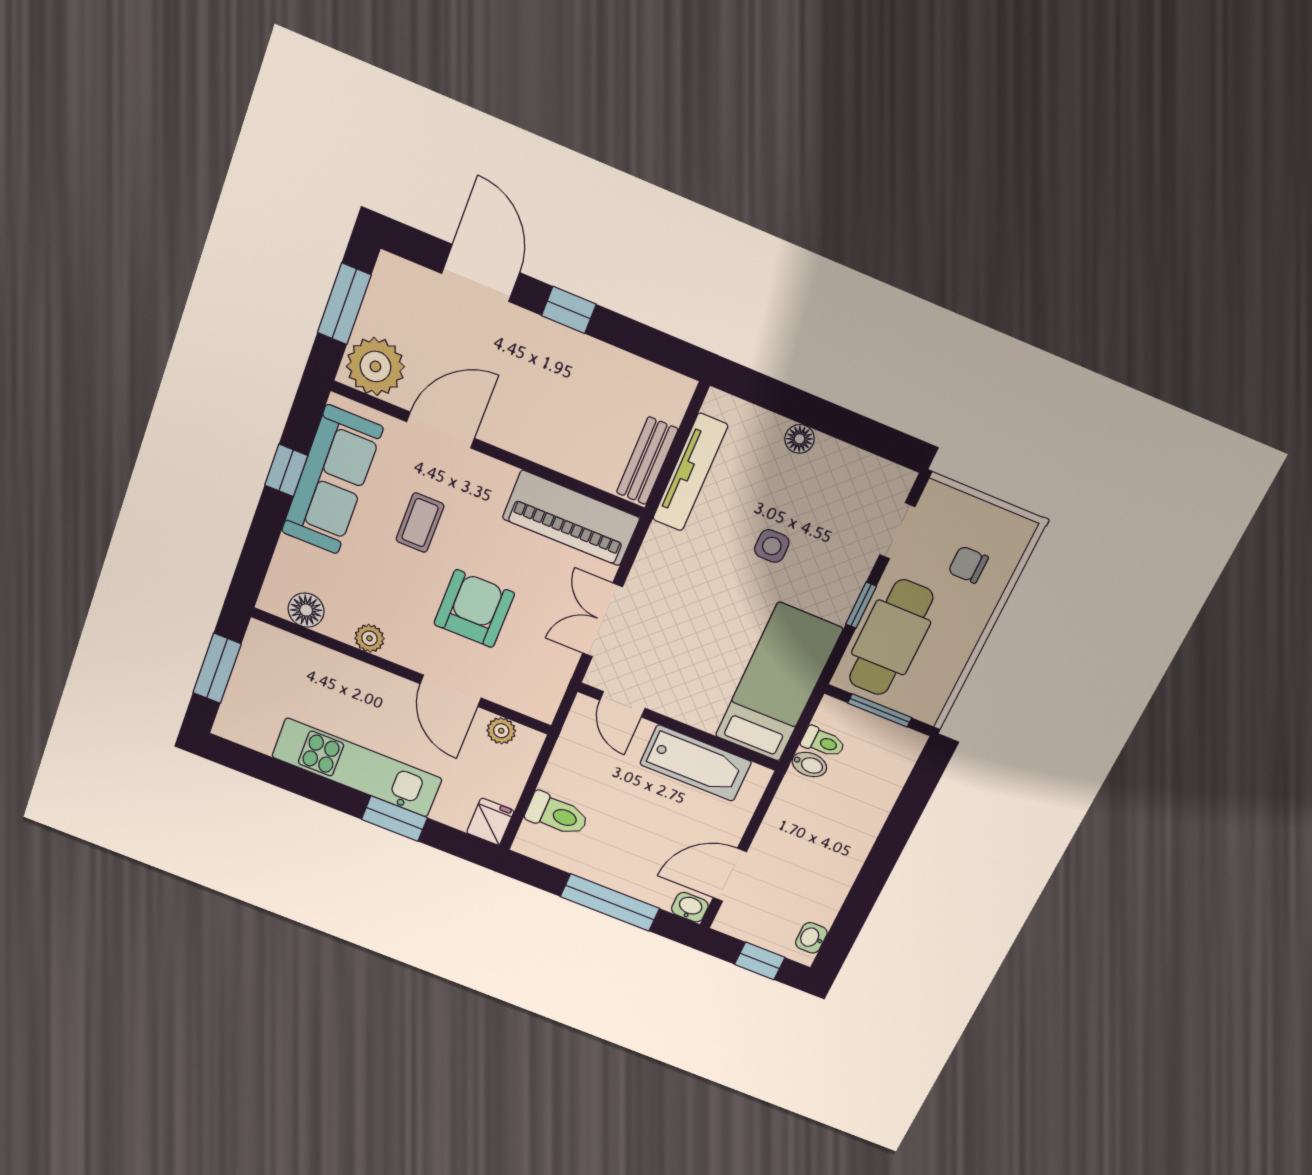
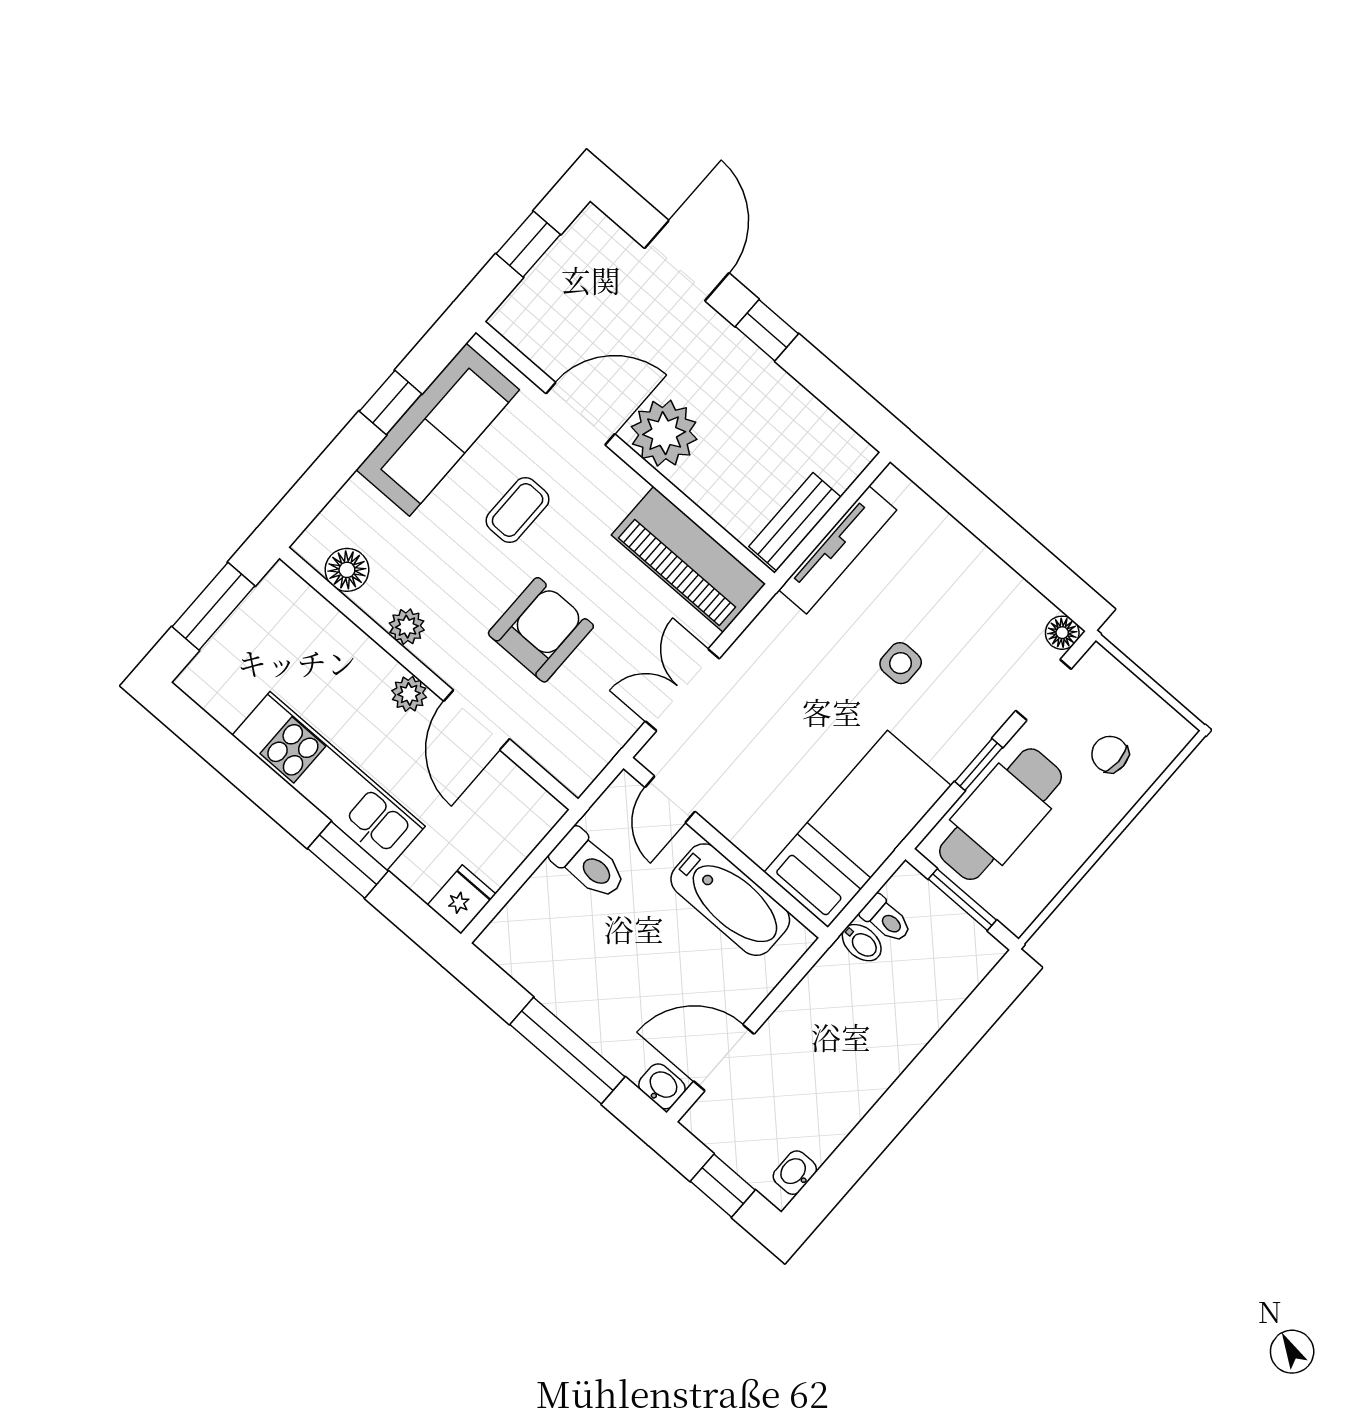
window: (344, 304) -> (528, 244), width x0.67
plant: (375, 366) -> (664, 433), moved
floor lamp: (800, 439) -> (1062, 633), moved
plant: (501, 731) -> (409, 694), moved
toilet: (557, 814) -> (589, 864), moved

